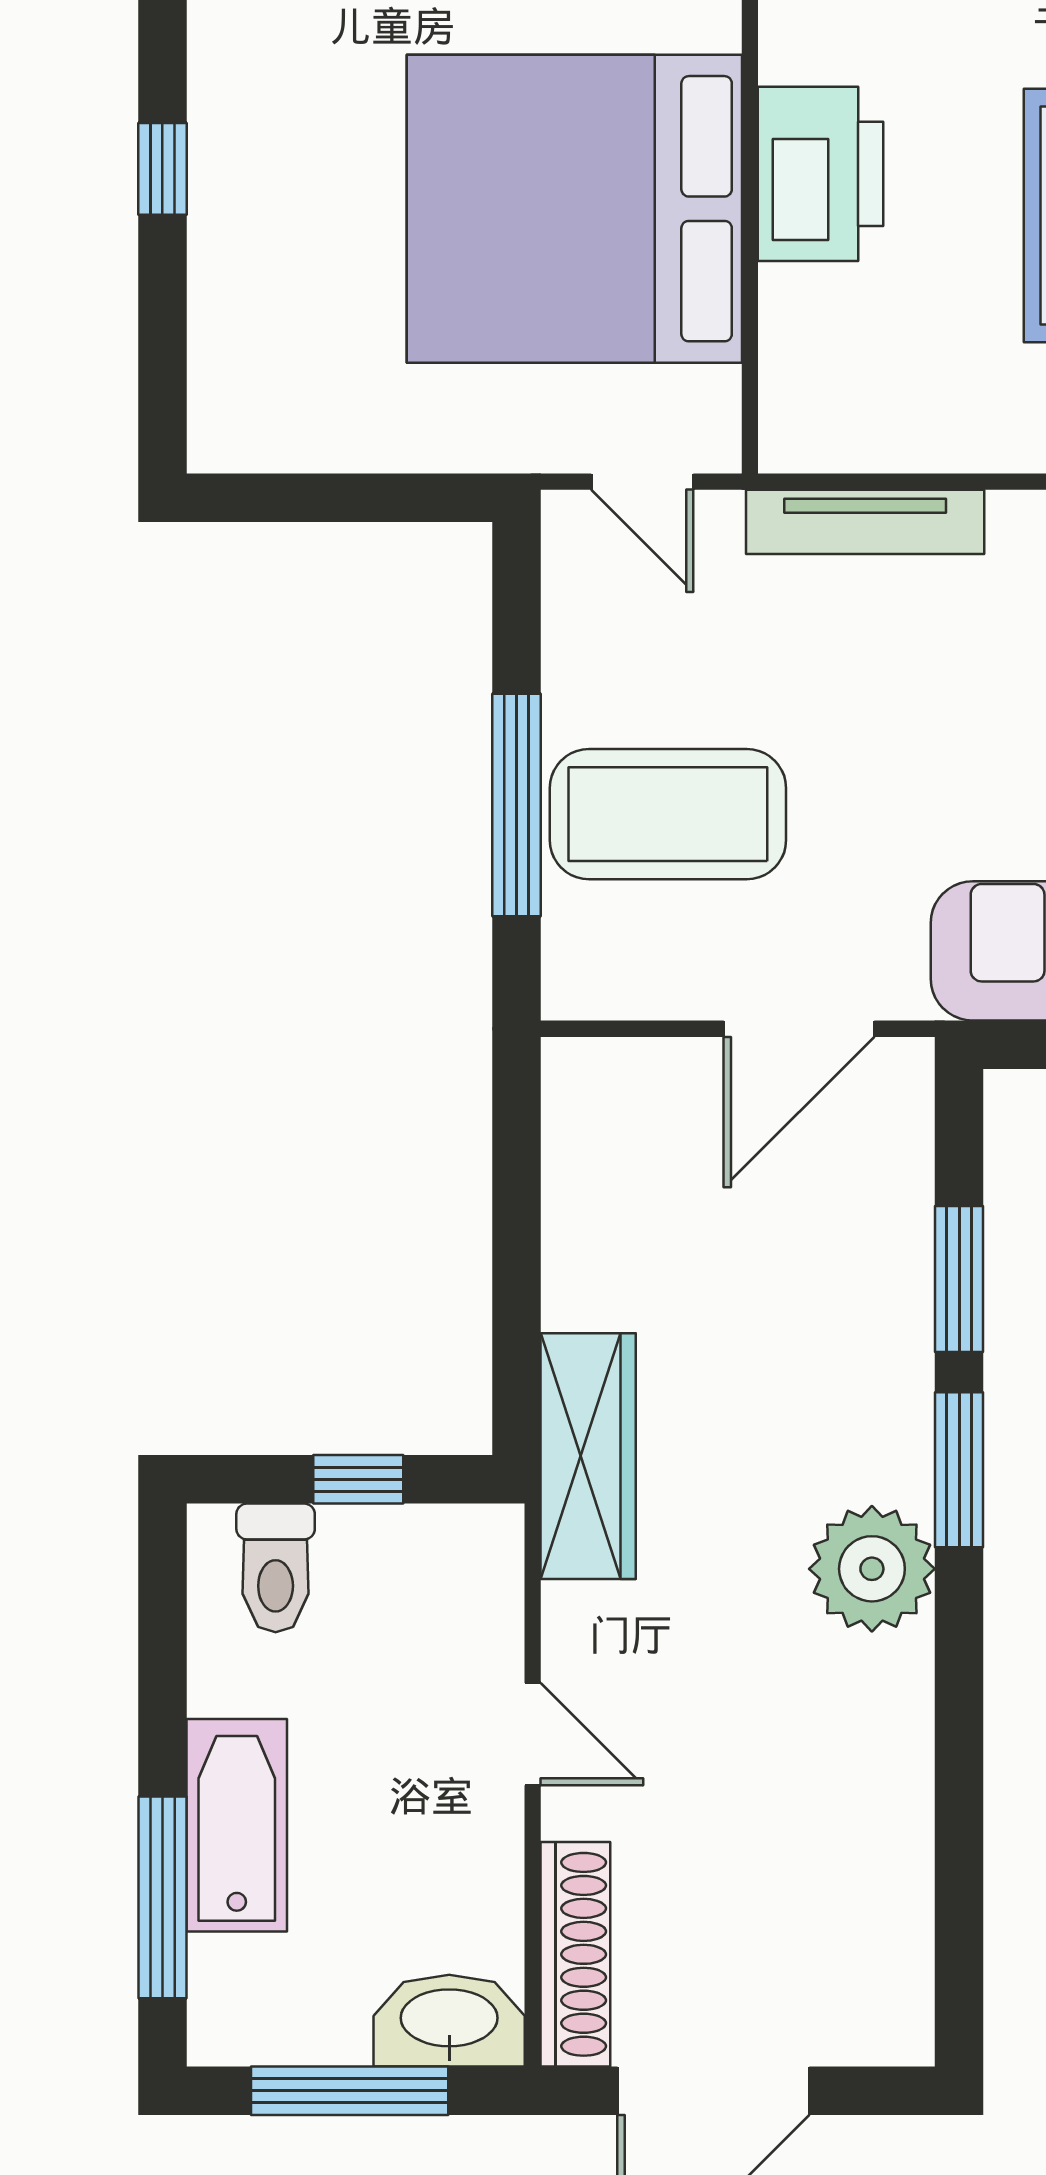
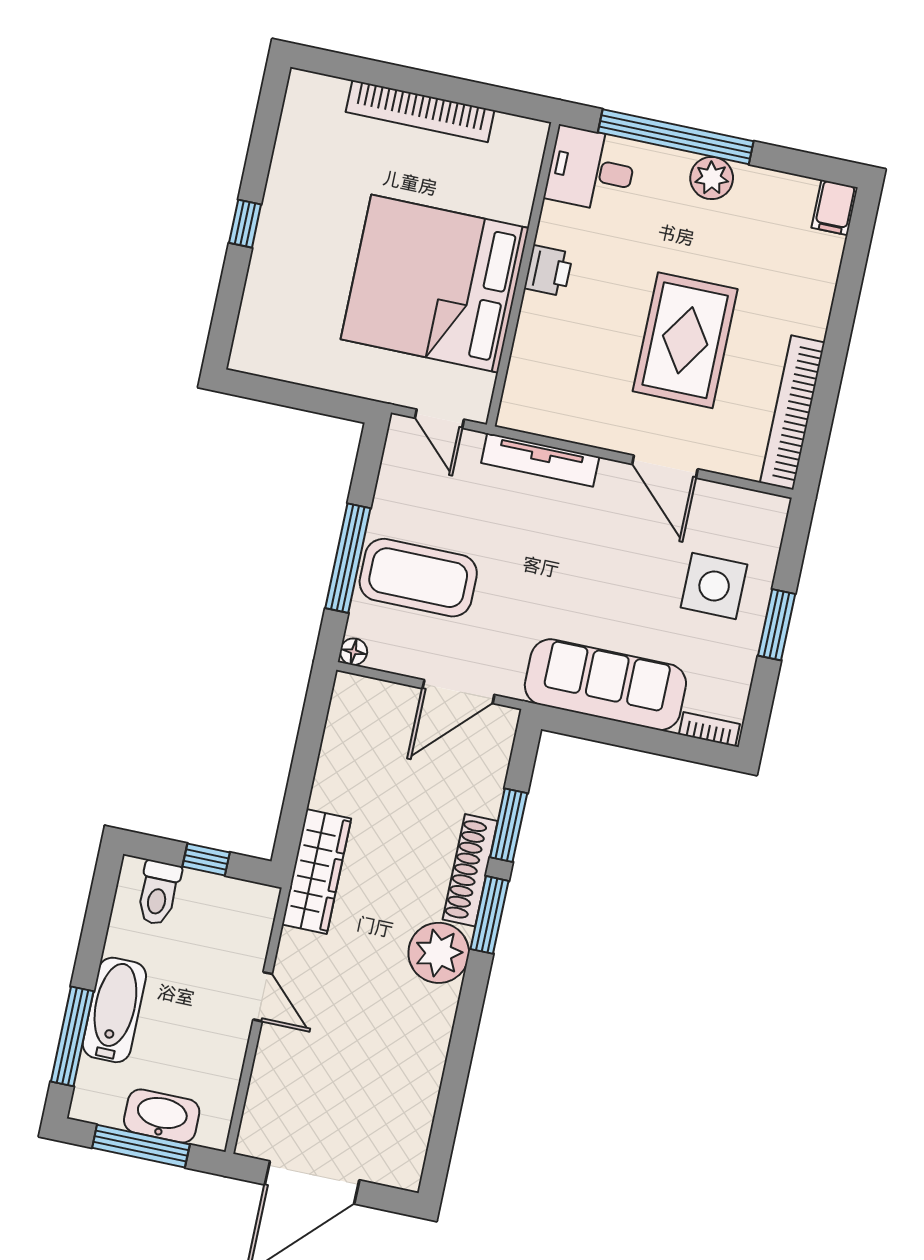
printer: (821, 174) -> (548, 271), width x0.53, depth x0.68
floor lamp: (569, 993) -> (354, 652), added
shoe rack: (575, 1954) -> (470, 870), moved, turned 180
washbasin: (449, 2021) -> (162, 1116), moved

